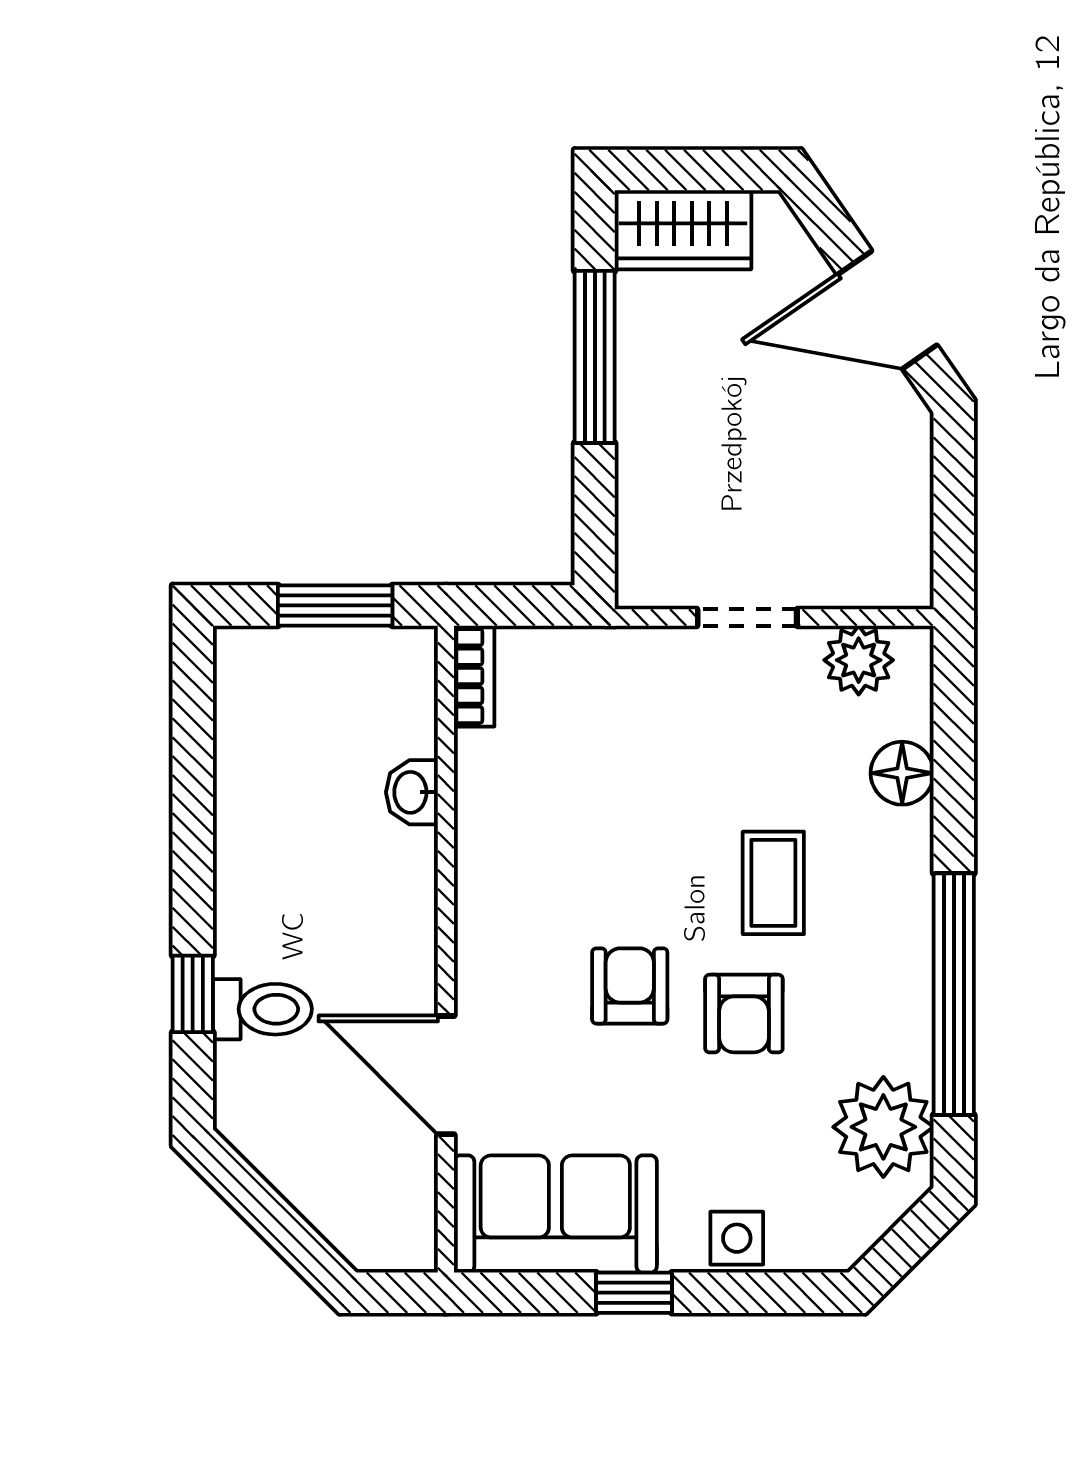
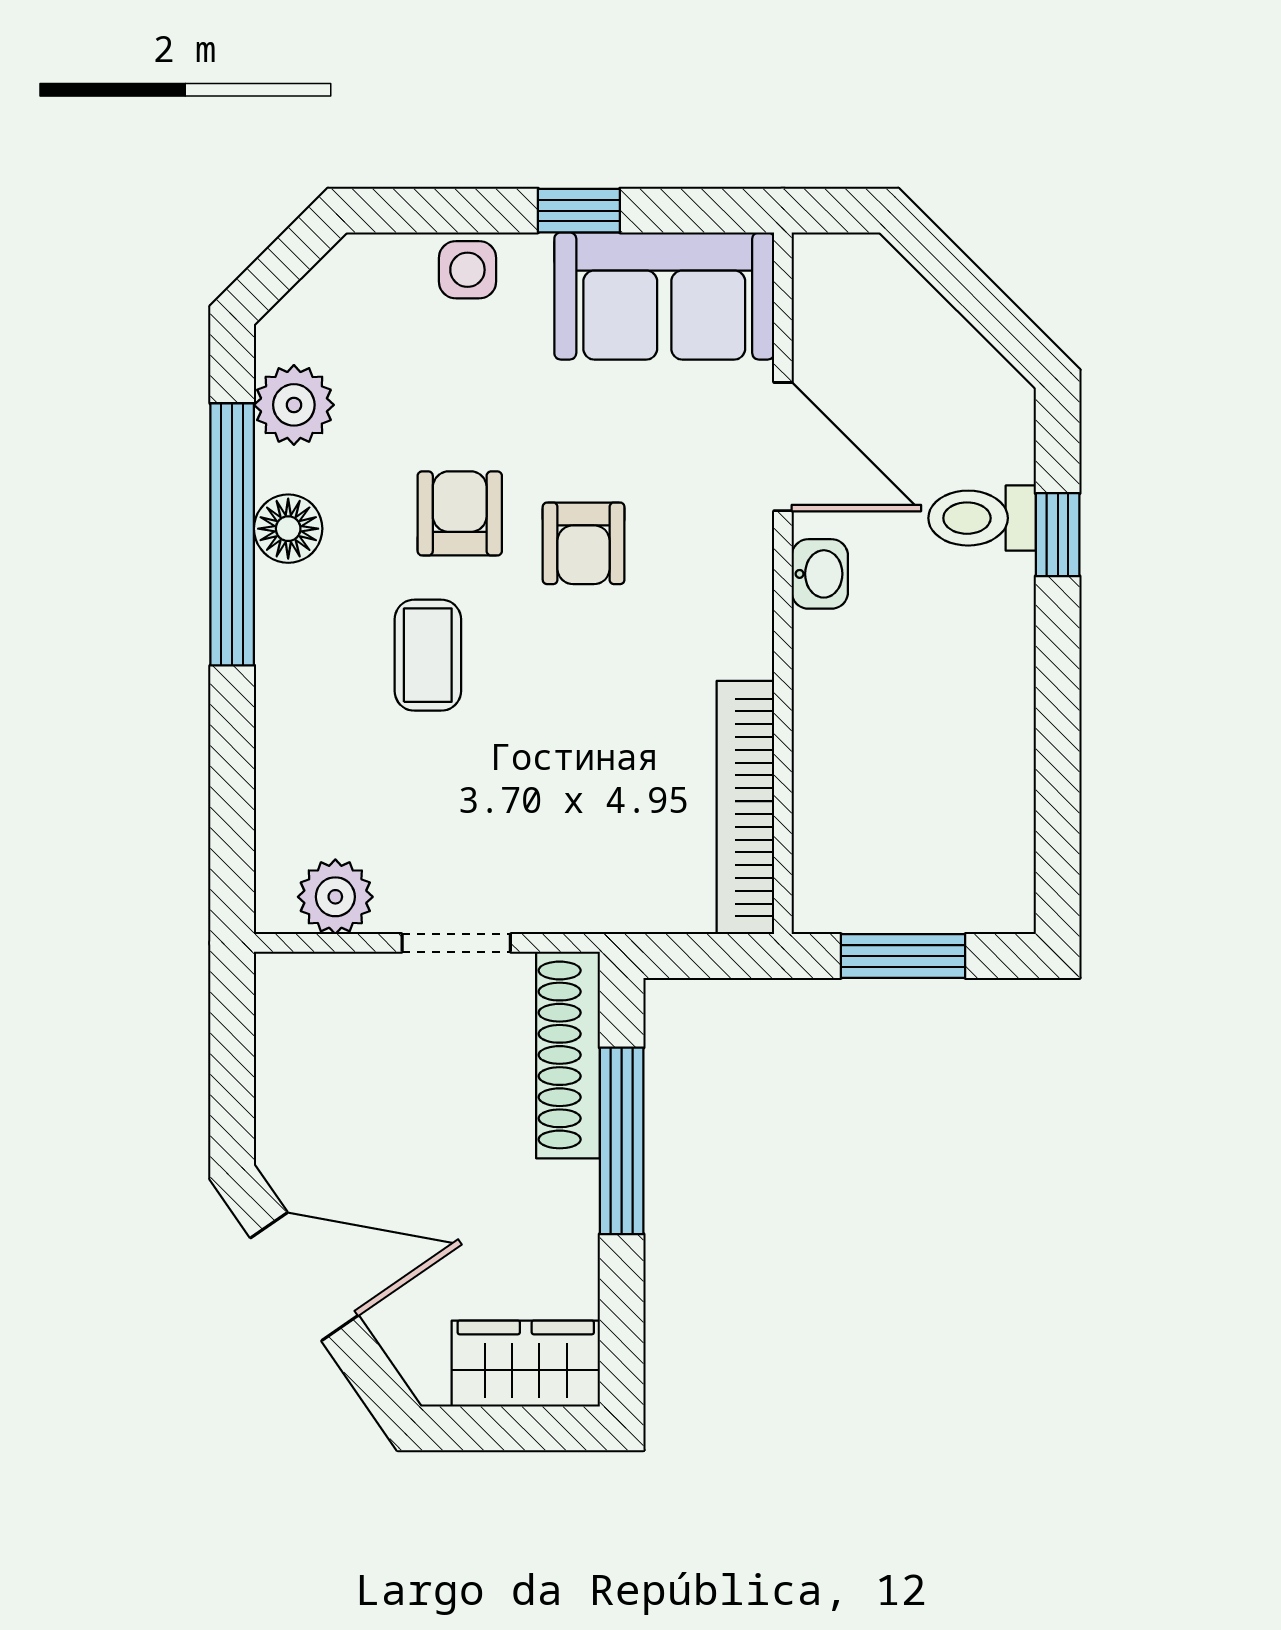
window: (595, 357) -> (622, 1141), moved
shoe rack: (644, 514) -> (568, 1055), added
bookcase: (474, 676) -> (745, 808), width x2.31, depth x1.31
floor lamp: (902, 773) -> (288, 529), moved
washbasin: (412, 792) -> (820, 574), moved
plant: (883, 1127) -> (294, 405), width x0.73, depth x0.73

